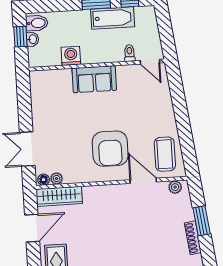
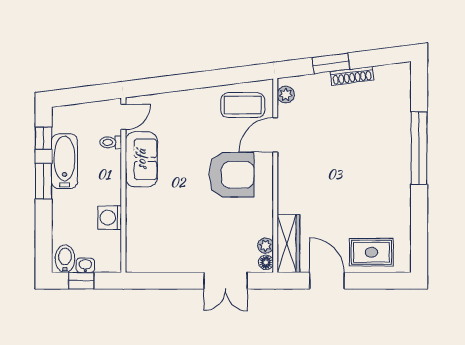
sofa: (94, 79) -> (141, 159), moved

